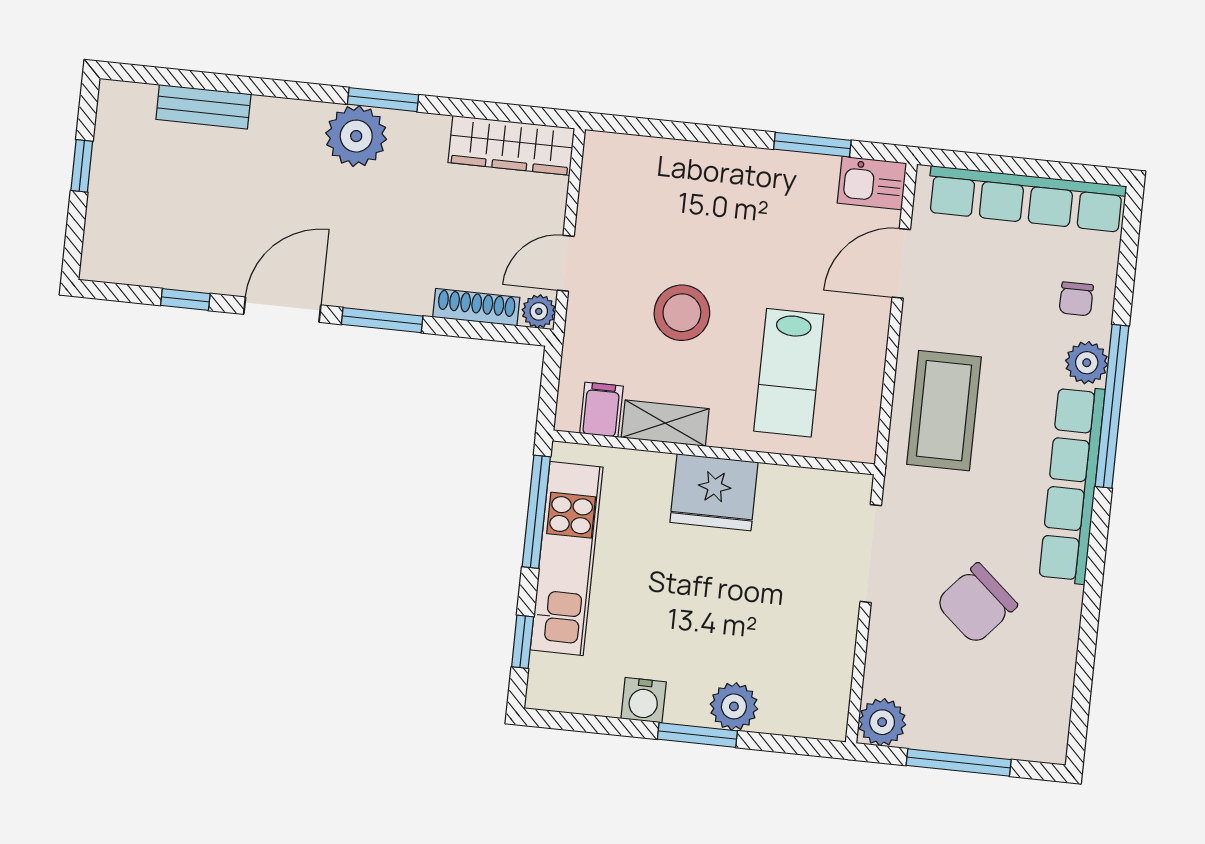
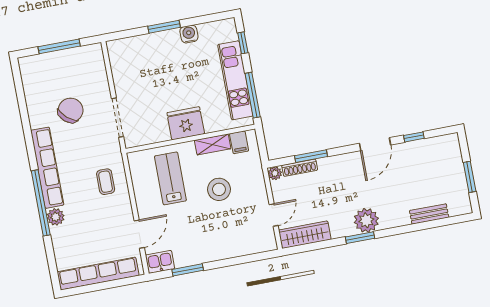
window: (82, 166) -> (470, 177), width x1.50
door: (566, 263) -> (274, 215), moved
chair: (1076, 299) -> (67, 241), removed
window: (382, 320) -> (311, 156), moved
coffee table: (944, 411) -> (106, 182), width x0.54, depth x0.58
plant: (734, 706) -> (153, 42), removed
plant: (882, 722) -> (94, 53), removed

